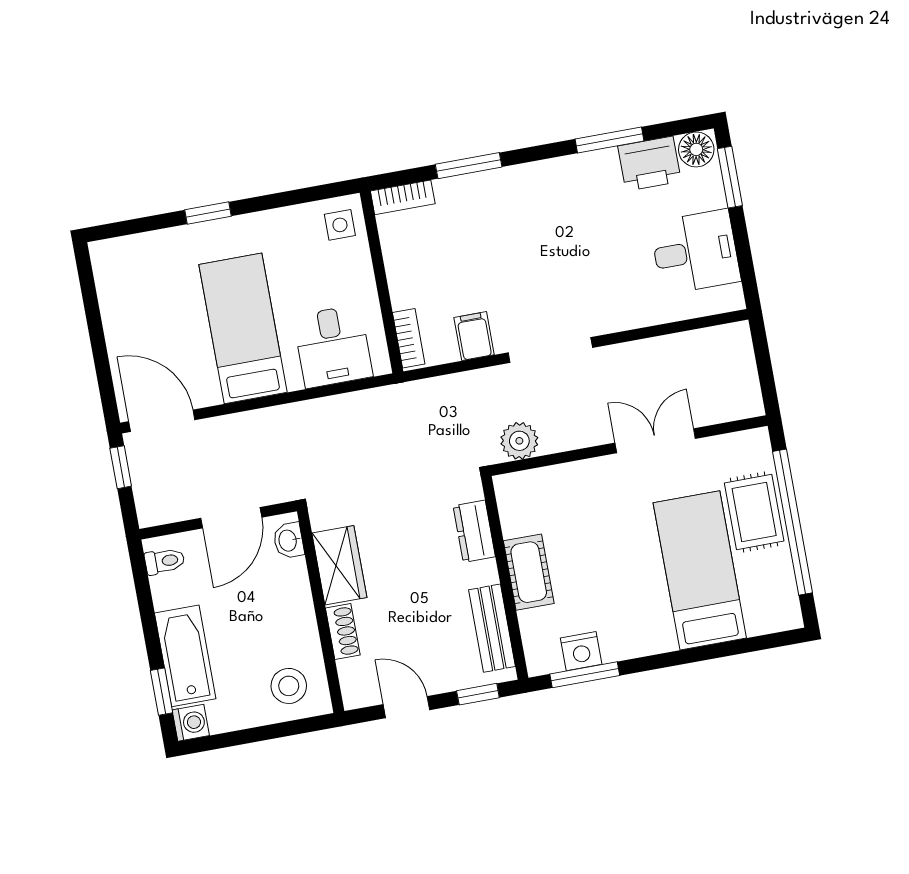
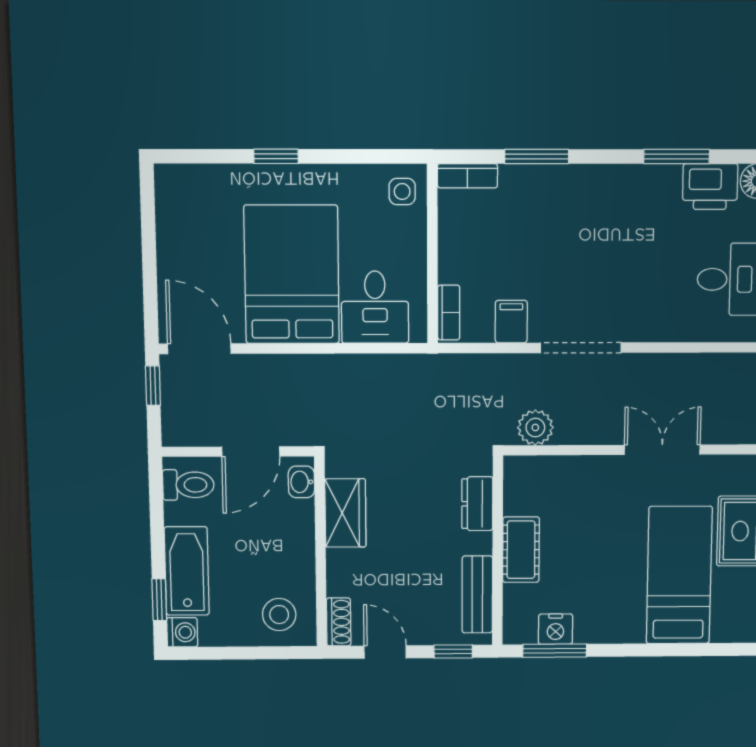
bed: (243, 328) -> (292, 275), width x1.50
toilet: (165, 561) -> (188, 485), width x1.37, depth x1.39
shoe rack: (343, 632) -> (339, 622), moved

